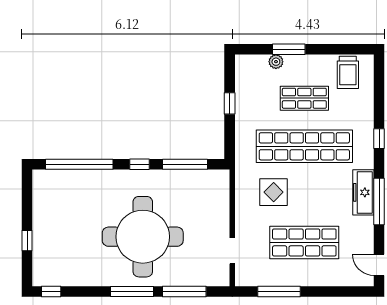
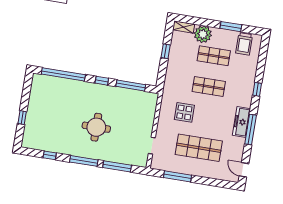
window: (289, 49) -> (231, 27), moved
shelving: (251, 62) -> (184, 27), added
plant: (276, 62) -> (203, 34), width x1.87, depth x1.87
shop shelf: (304, 146) -> (209, 86), width x0.50, depth x0.74
round table: (143, 237) -> (96, 127), width x0.54, depth x0.54
window: (51, 291) -> (50, 155), moved

